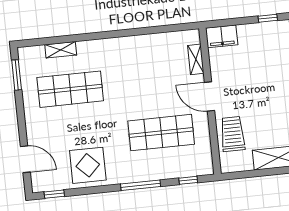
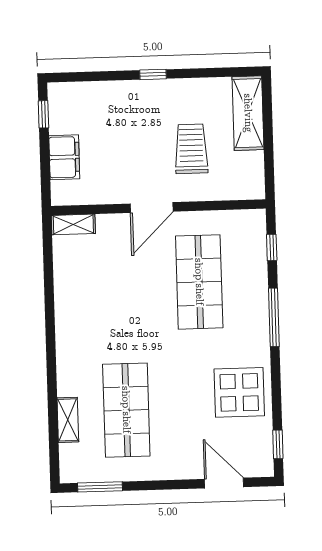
filing cabinet: (222, 36) -> (64, 157), moved
shelving: (196, 59) -> (73, 224), moved
trolley: (233, 134) -> (191, 149), moved, turned 90
door: (25, 159) -> (224, 483), hinge flipped

